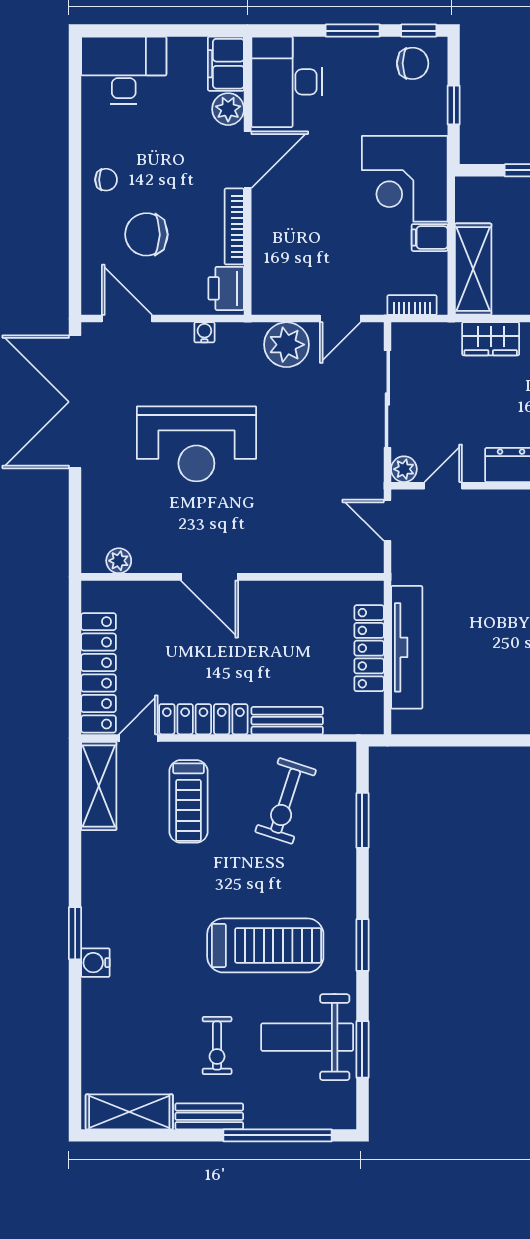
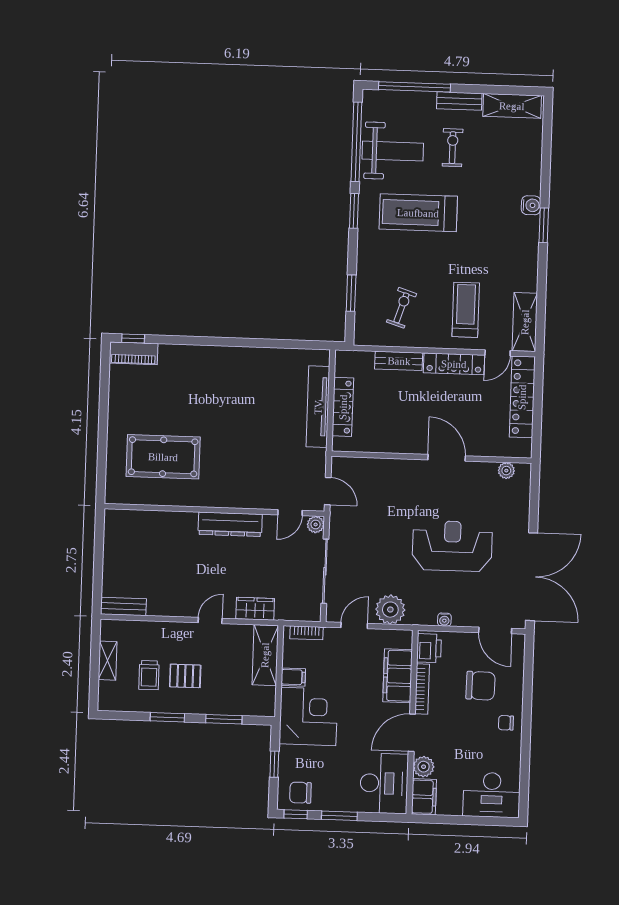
filing cabinet: (272, 245) -> (398, 676), added
exercise bike: (286, 801) -> (401, 308), width x0.73, depth x0.72
window: (362, 1049) -> (356, 142), width x2.11

